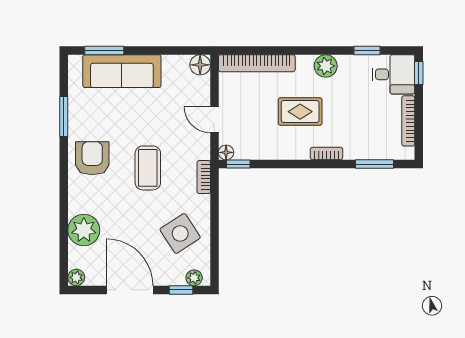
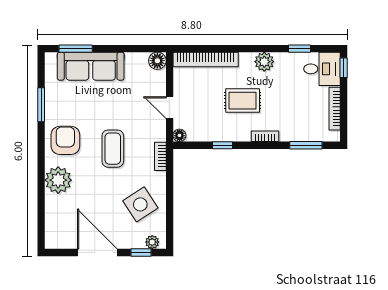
window: (238, 164) -> (222, 145), moved
plant: (84, 230) -> (58, 180), moved
plant: (76, 277) -> (52, 242), removed

